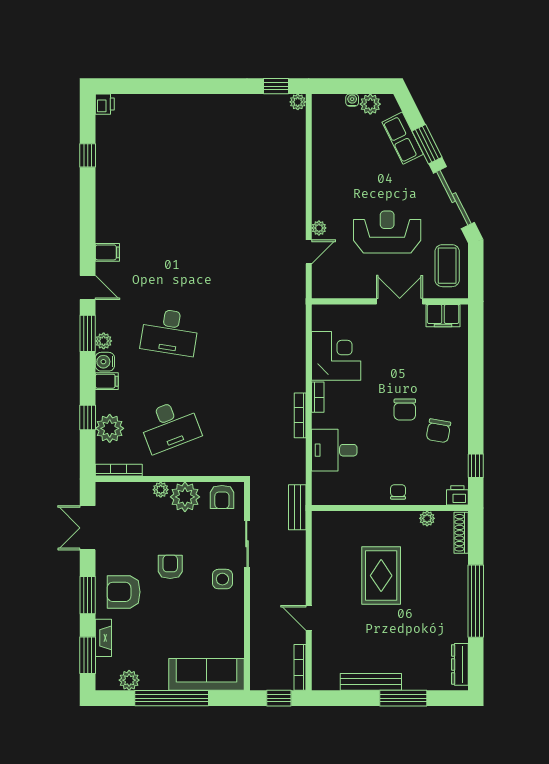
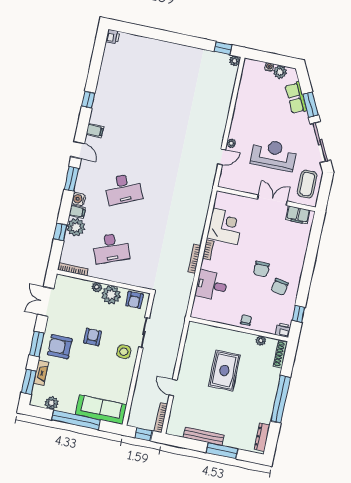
window: (88, 155) -> (88, 100), moved
desk: (170, 332) -> (123, 189), turned -33
plant: (104, 341) -> (81, 186), removed
plant: (110, 428) -> (76, 227), moved
bench: (297, 507) -> (181, 316), removed

